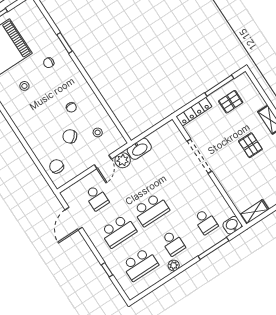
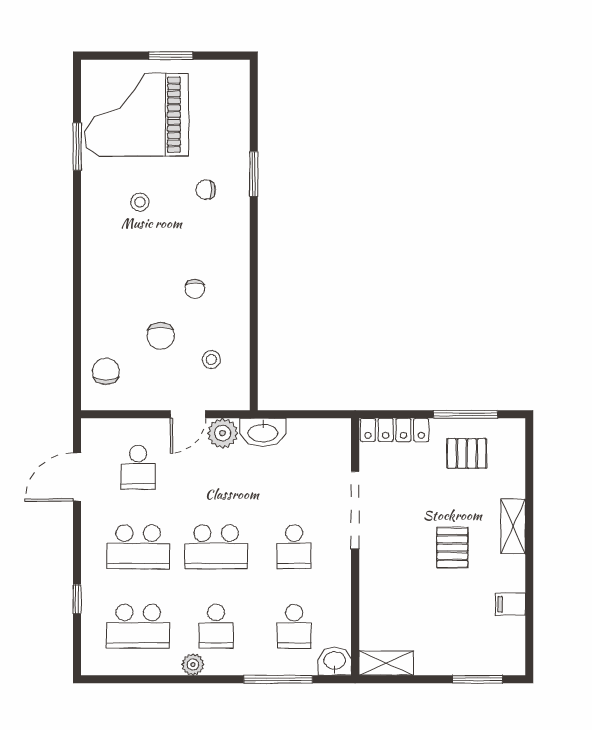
chair: (70, 136) -> (161, 336), turned -138
school desk: (184, 188) -> (294, 547), added

